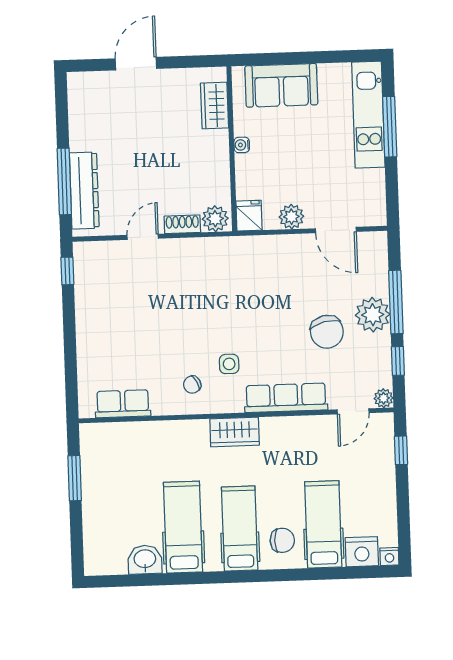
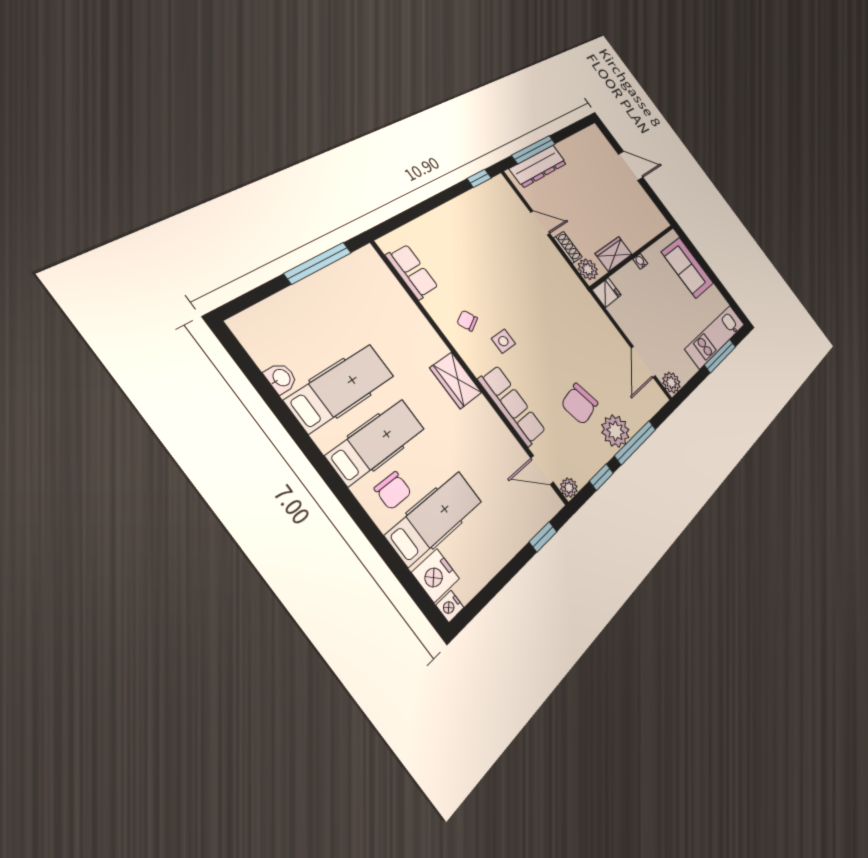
wardrobe: (214, 106) -> (614, 254), moved
plant: (291, 217) -> (671, 383), moved
window: (75, 478) -> (318, 263), width x1.44
washbasin: (145, 560) -> (281, 378), width x0.72, depth x0.69

